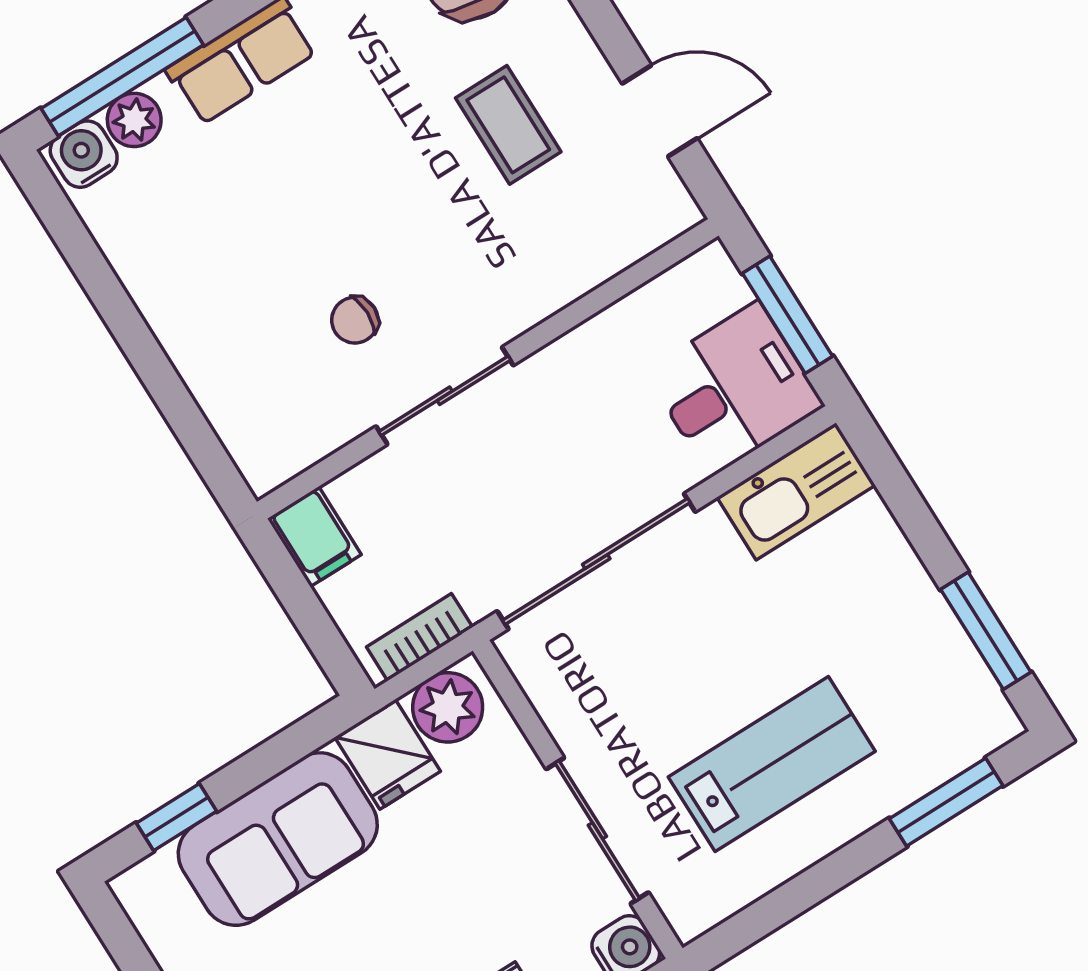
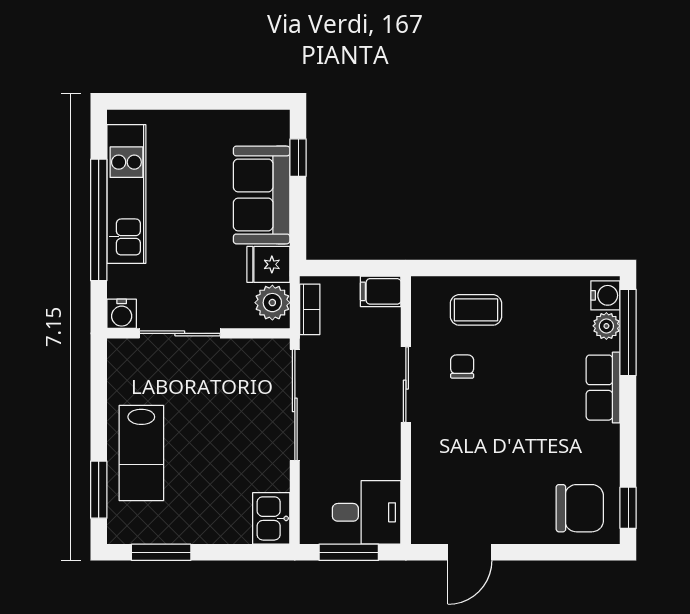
coffee table: (508, 125) -> (476, 310), moved
desk: (734, 389) -> (367, 512), moved, turned -90
kitchen sink: (796, 491) -> (271, 518), width x0.73
lab bench: (772, 764) -> (141, 453), moved

